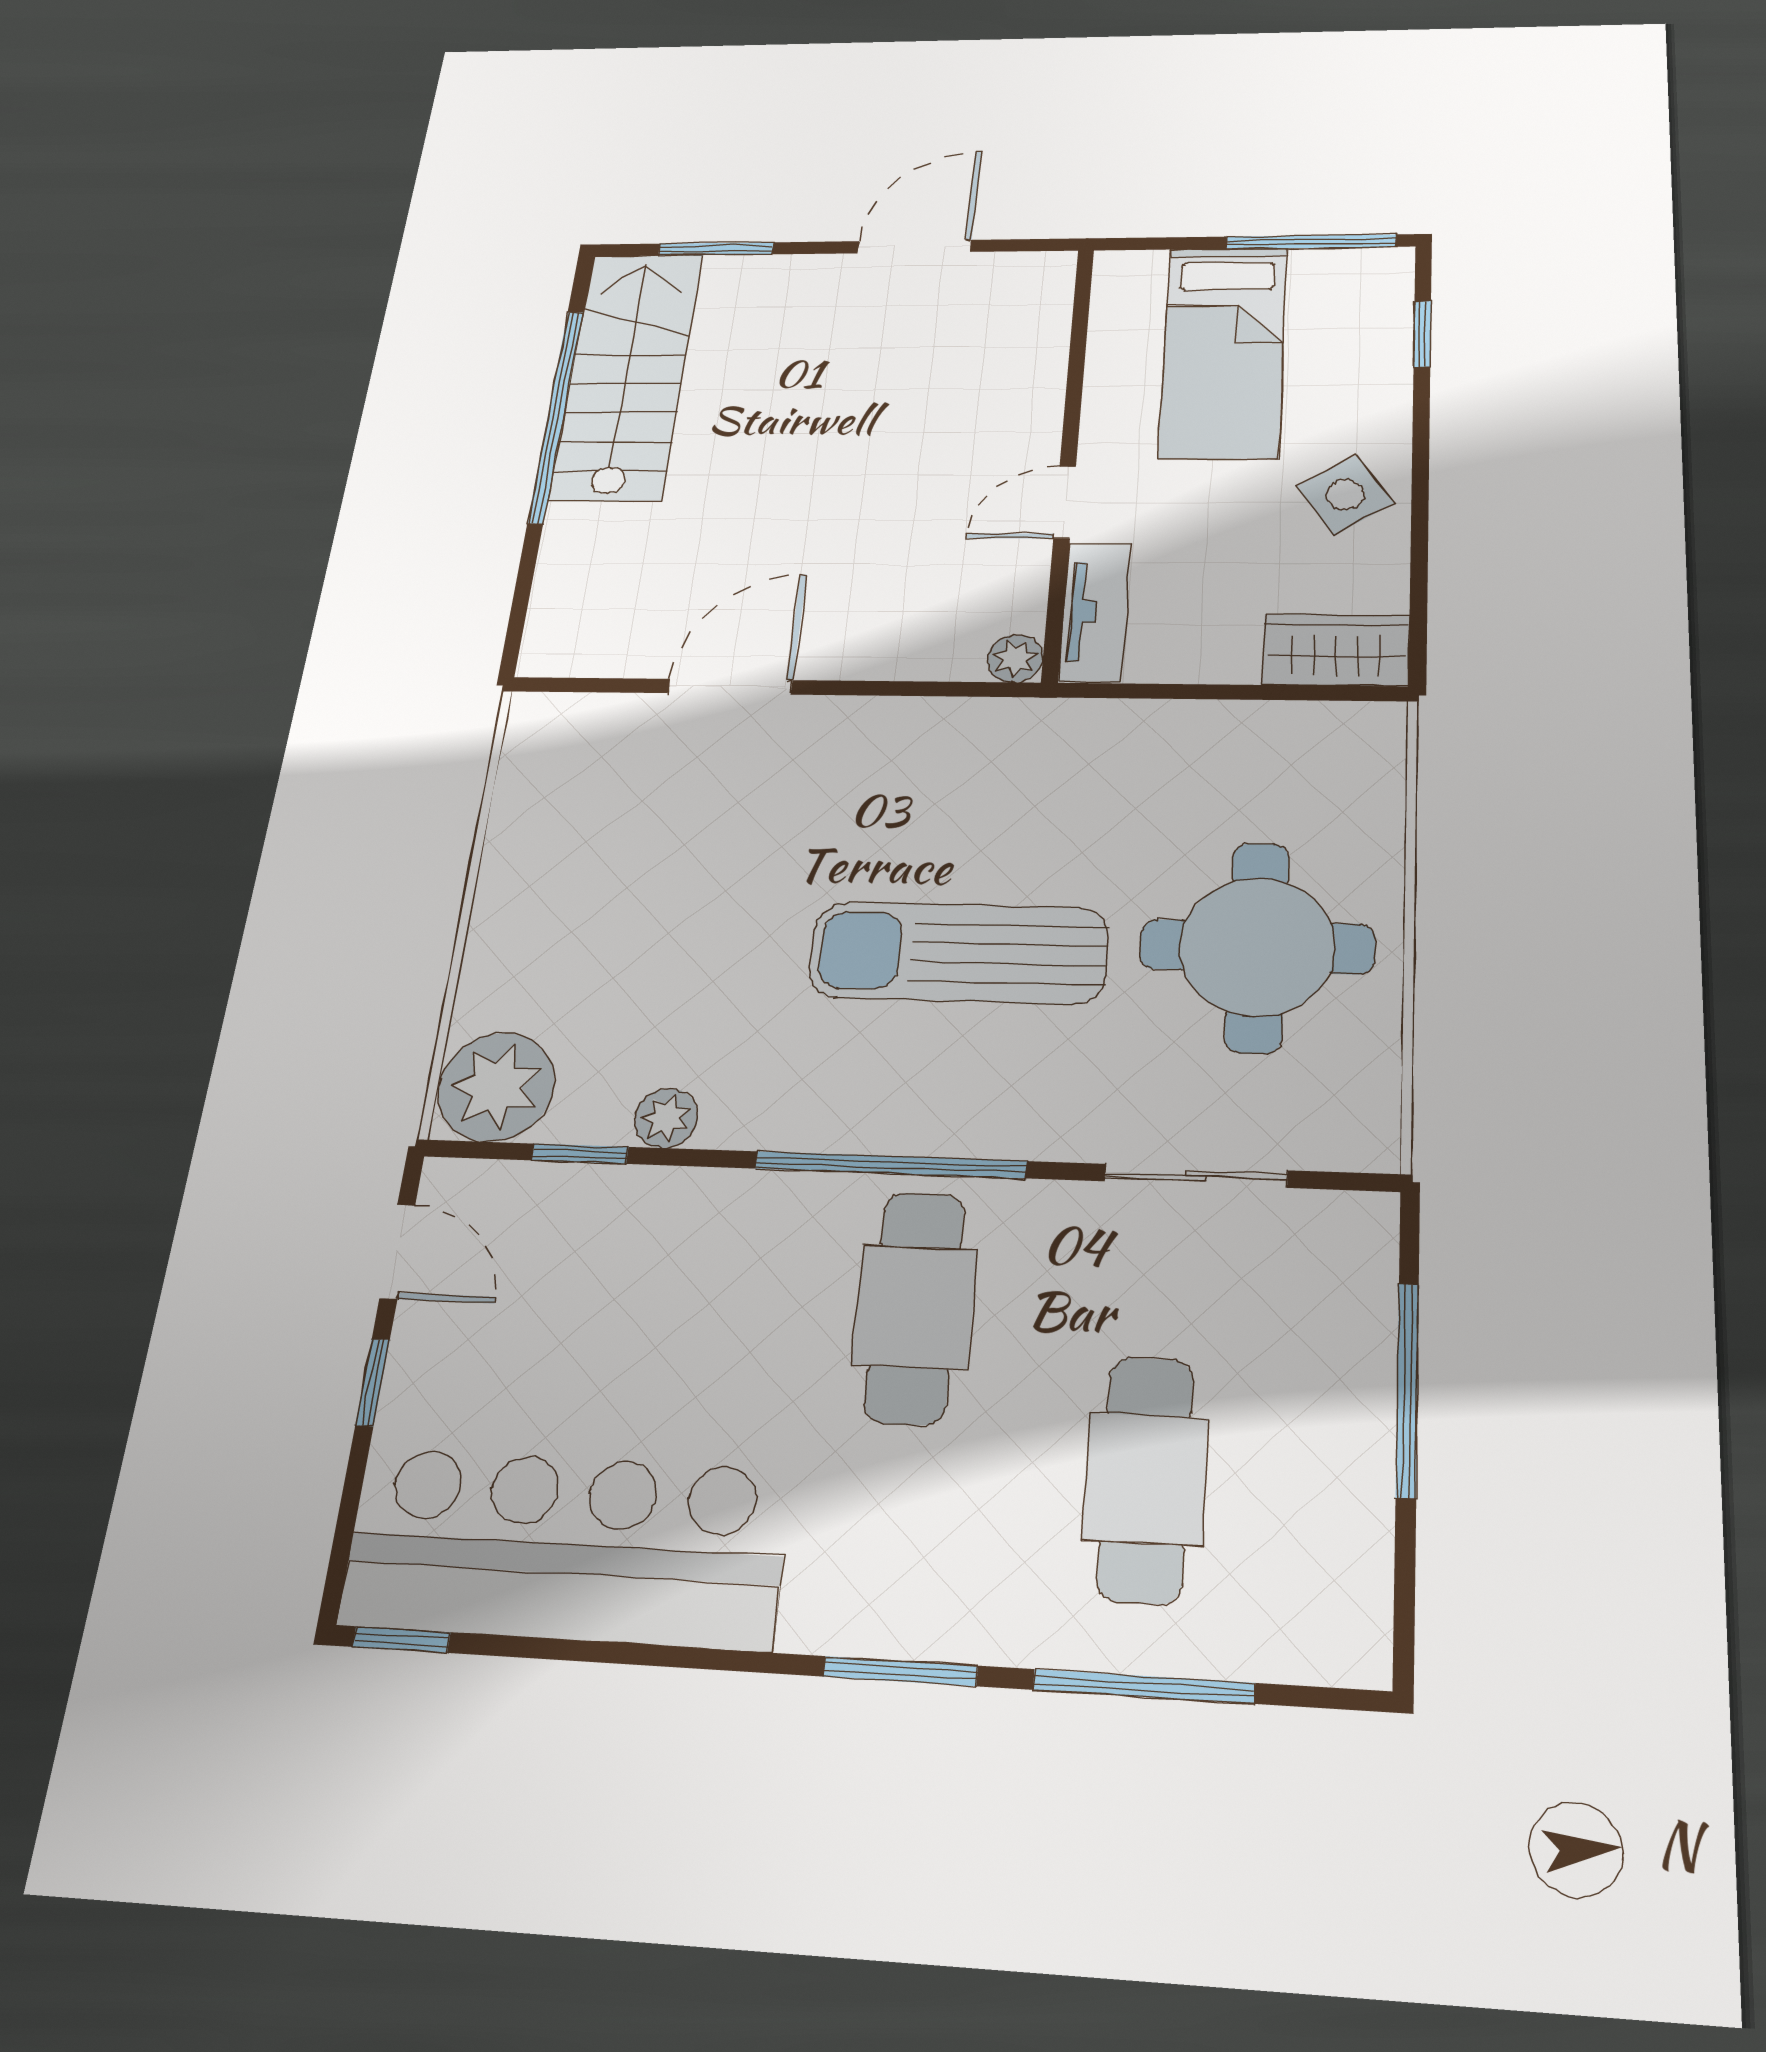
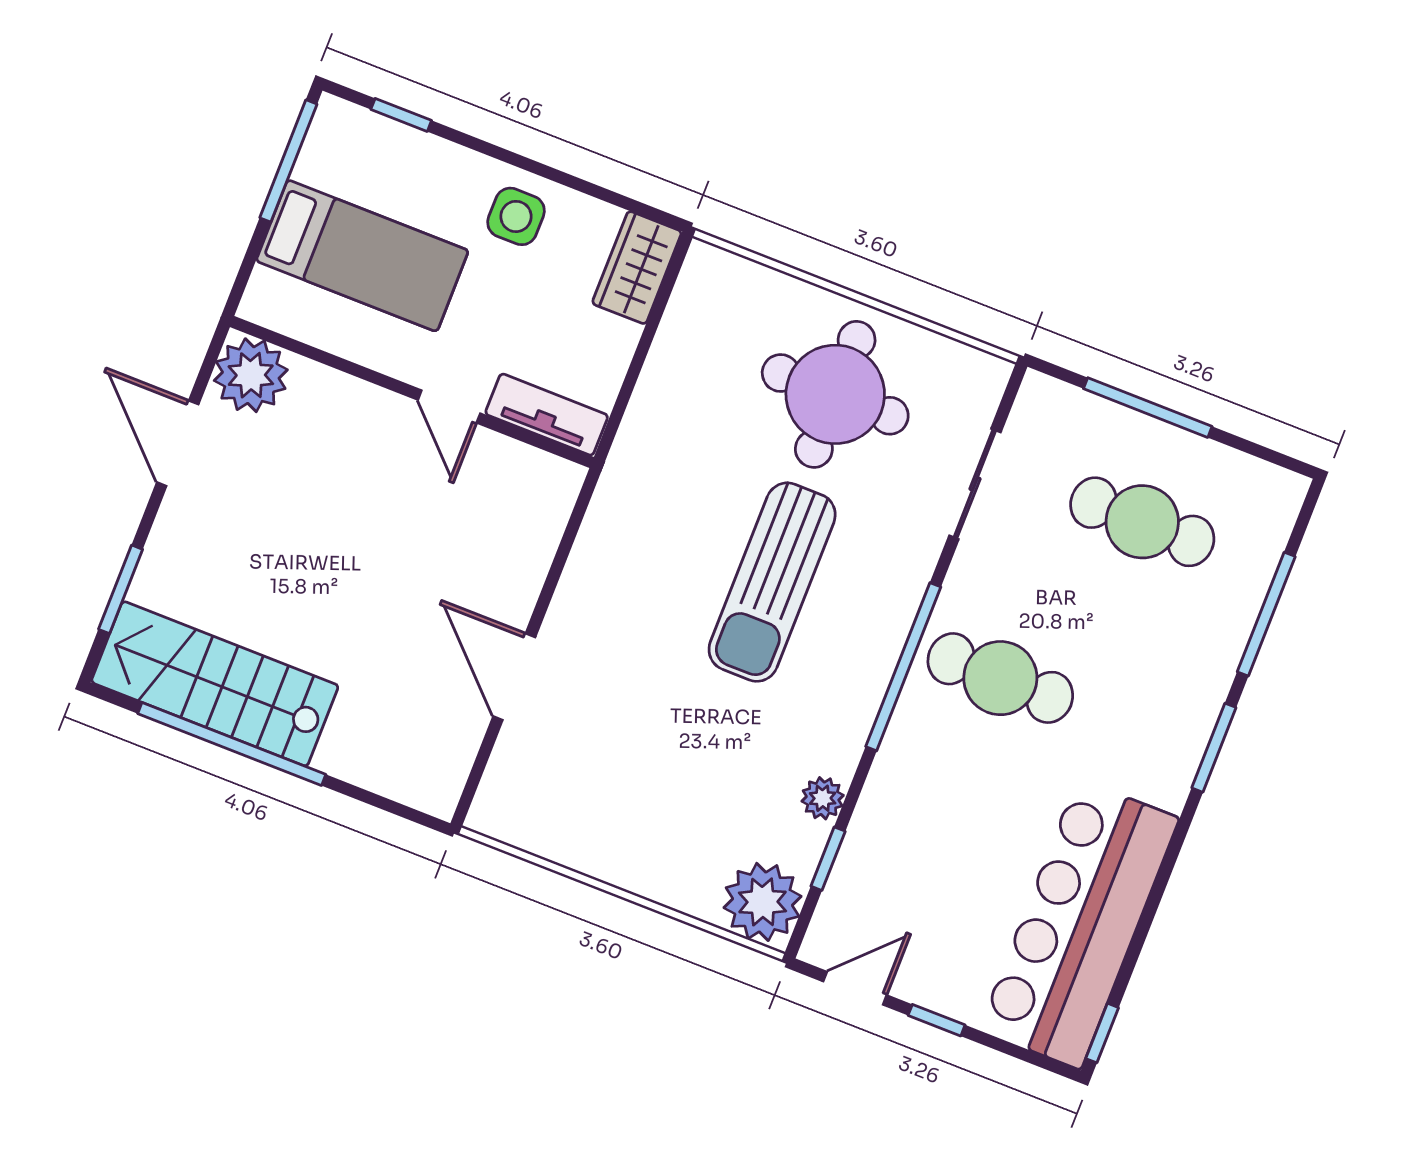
side table: (1346, 495) -> (516, 216), turned 33
plant: (1015, 658) -> (251, 375), moved, width x1.88, depth x1.88
cafe table: (1145, 1479) -> (1142, 522), moved

